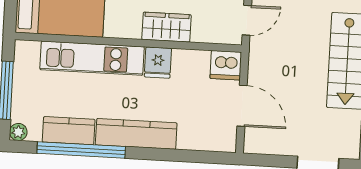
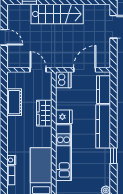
kitchen counter: (69, 131) -> (104, 90), moved
window: (81, 150) -> (114, 156), width x0.32

